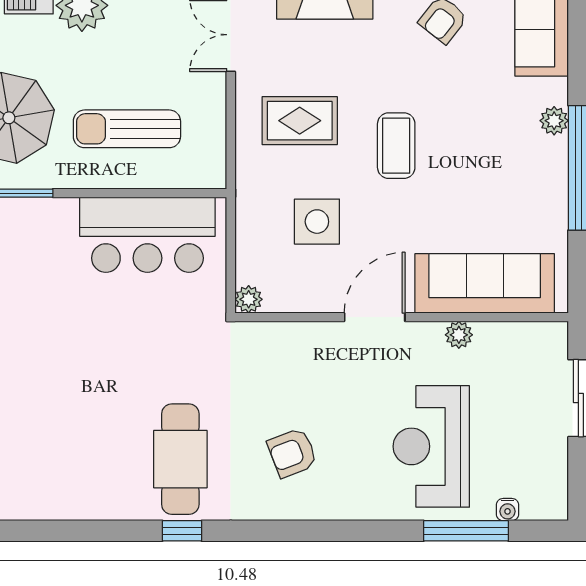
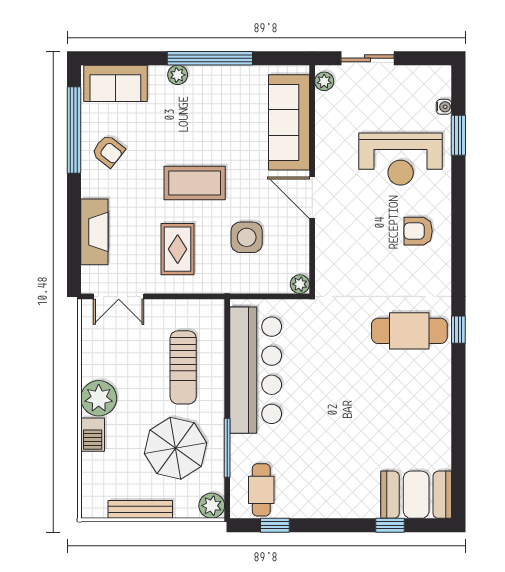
coffee table: (396, 146) -> (195, 183), width x1.36, depth x1.32
bar counter: (147, 235) -> (256, 370), width x1.36
plant: (459, 335) -> (324, 81), moved
armchair: (292, 453) -> (418, 231), moved, turned 111
window: (466, 531) -> (458, 135), width x0.69

